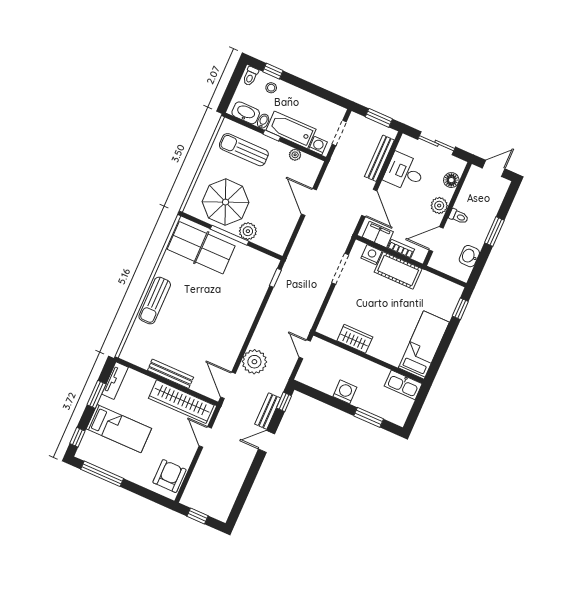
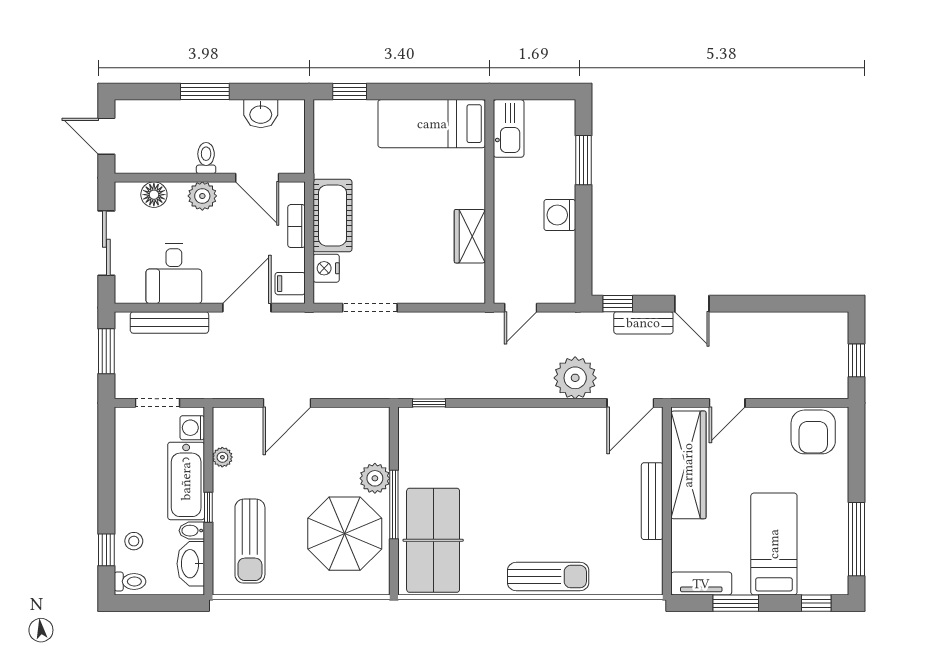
filing cabinet: (378, 234) -> (290, 284), width x0.50
armchair: (169, 476) -> (813, 432), turned -90

